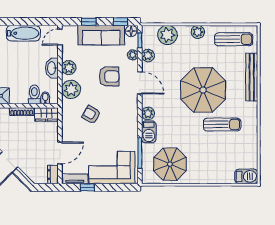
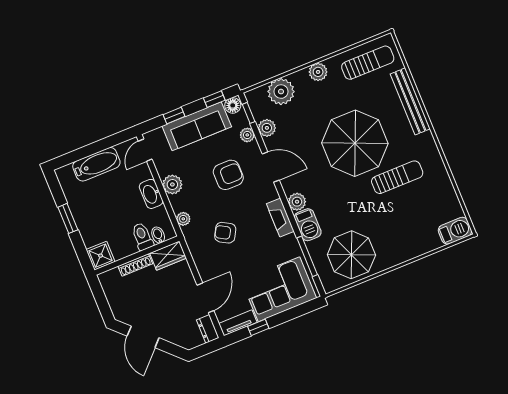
plant: (71, 89) -> (183, 219), width x0.53, depth x0.53
fireplace: (132, 120) -> (280, 218), added

